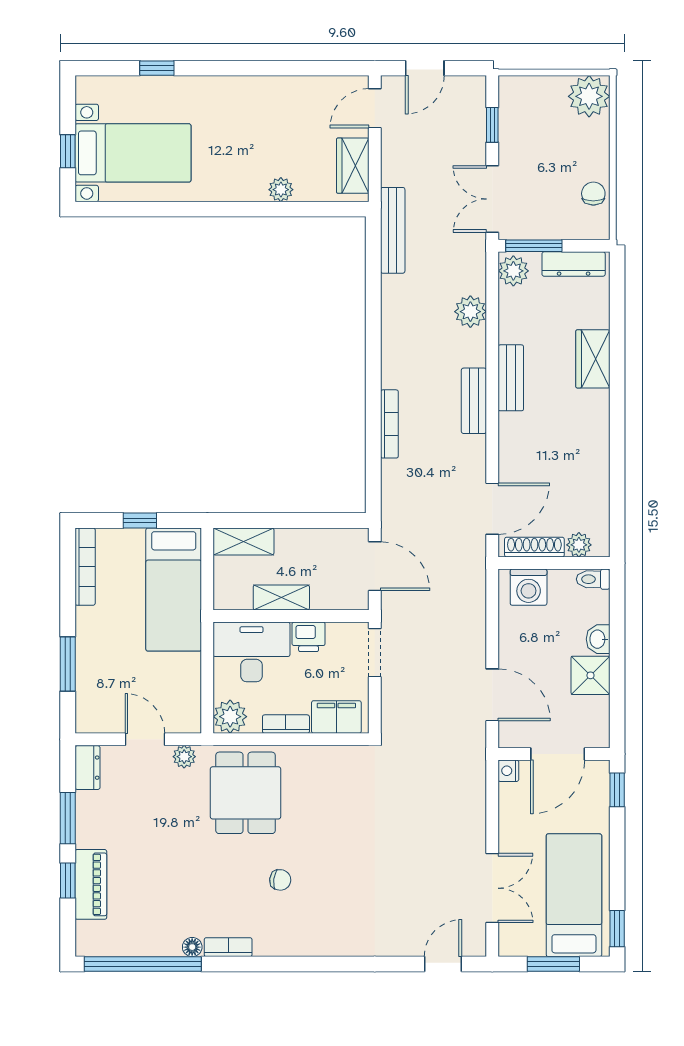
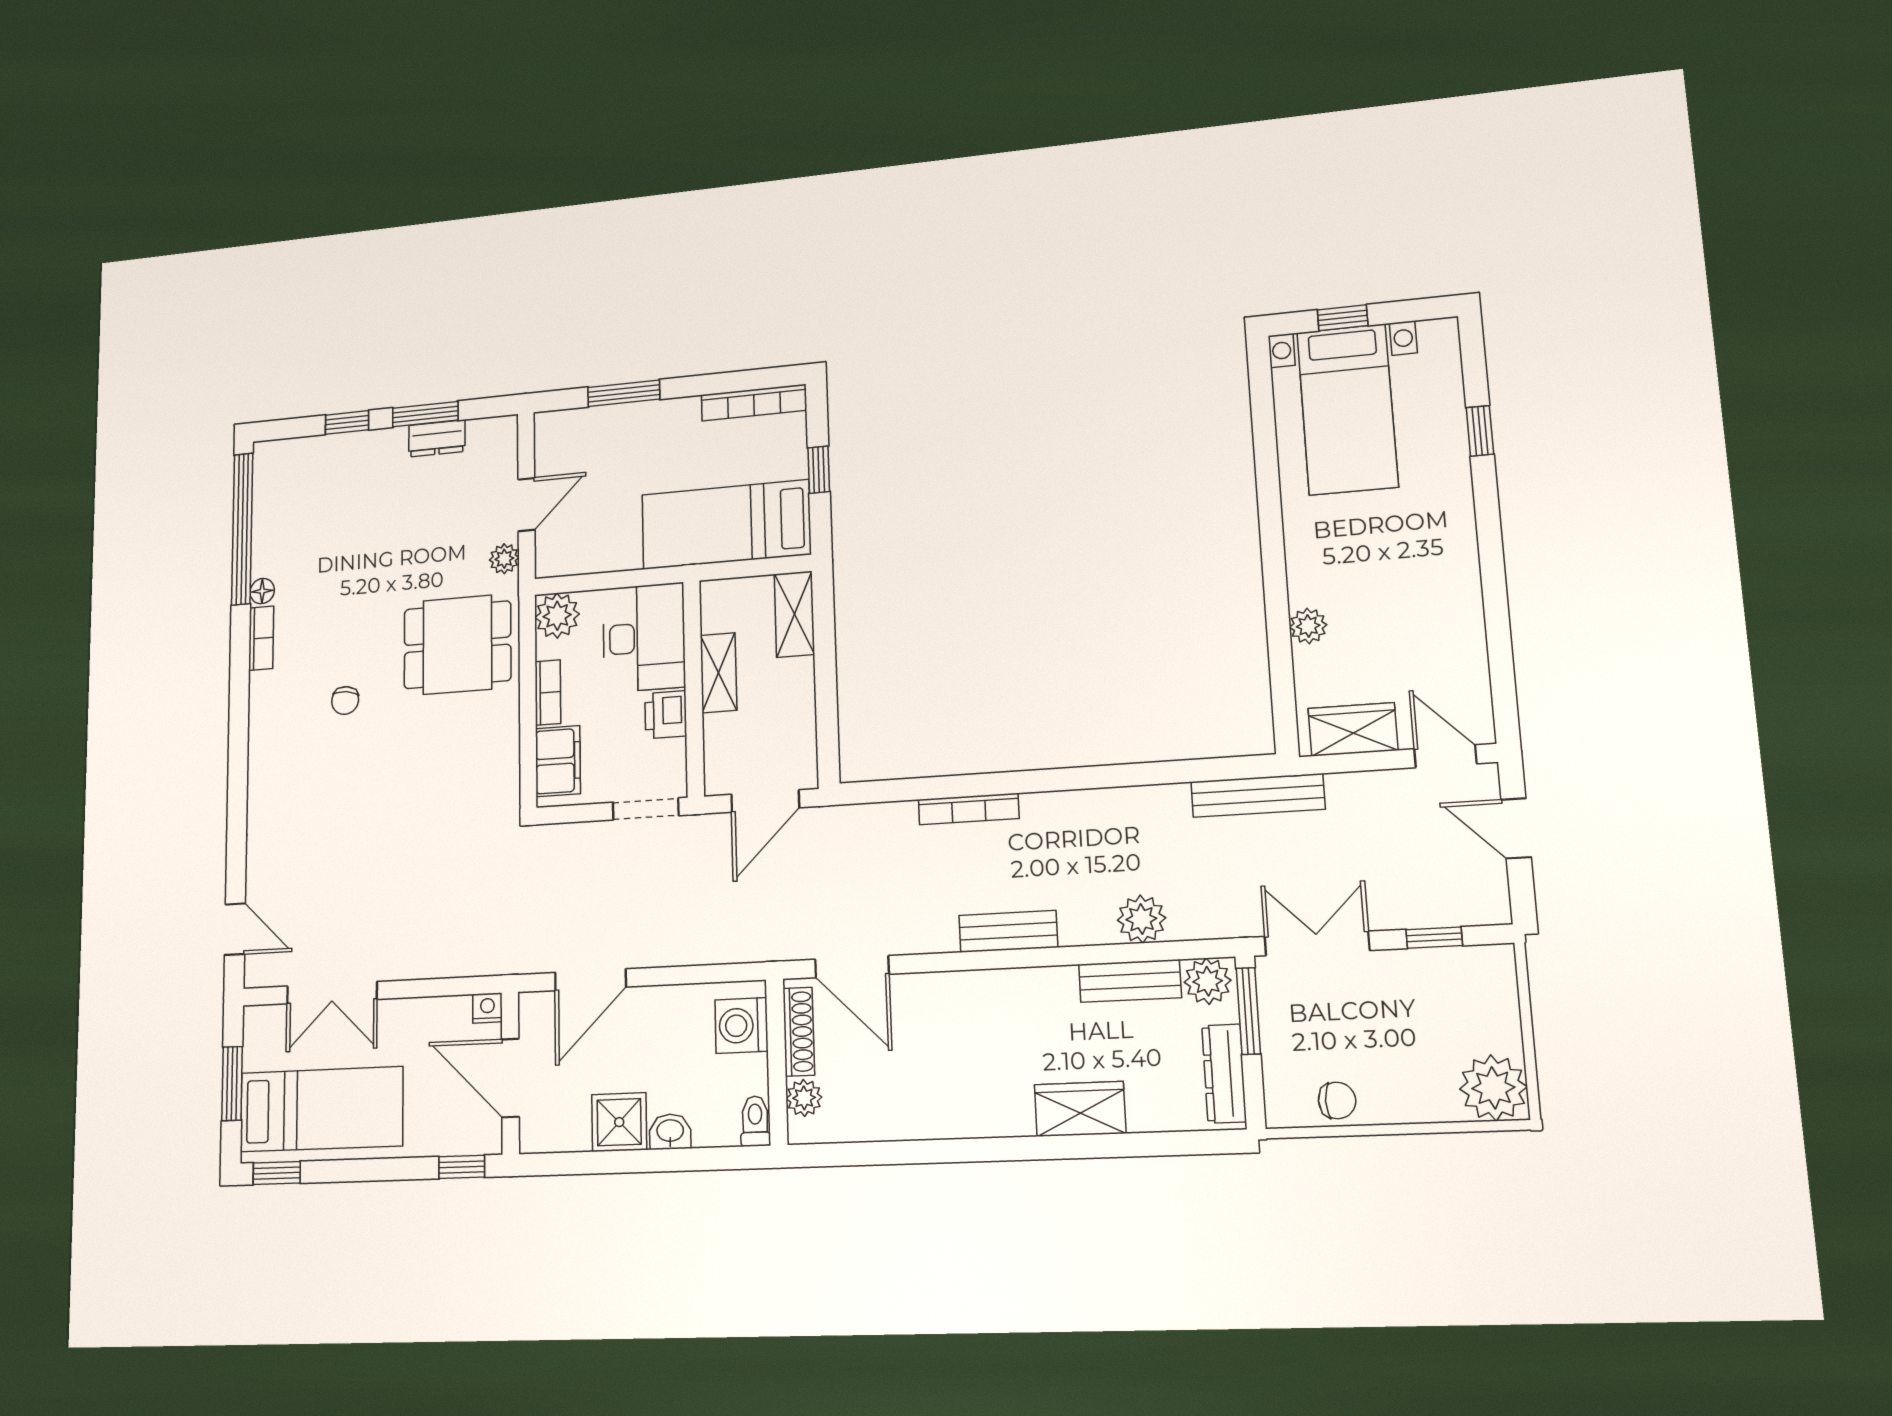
bench: (511, 378) -> (1130, 981), moved
dresser: (88, 768) -> (437, 438), moved
piano: (91, 884) -> (342, 452), removed

